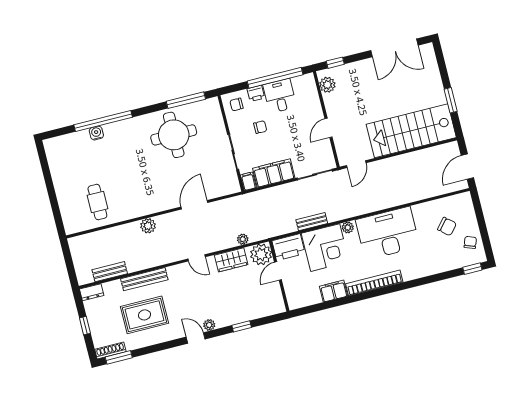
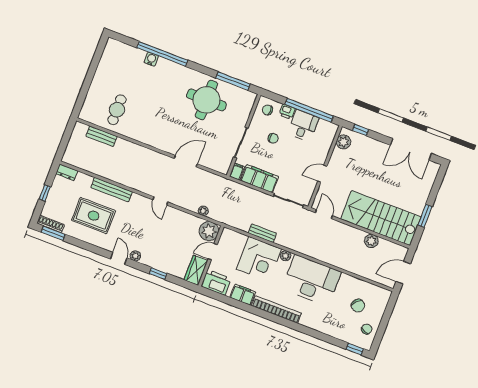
door: (356, 164) -> (324, 214), swing flipped
plant: (148, 226) -> (371, 241), moved
printer: (288, 247) -> (216, 282), moved, turned 180
wardrobe: (231, 260) -> (196, 270), moved, turned 90
bench: (110, 272) -> (101, 136), moved

